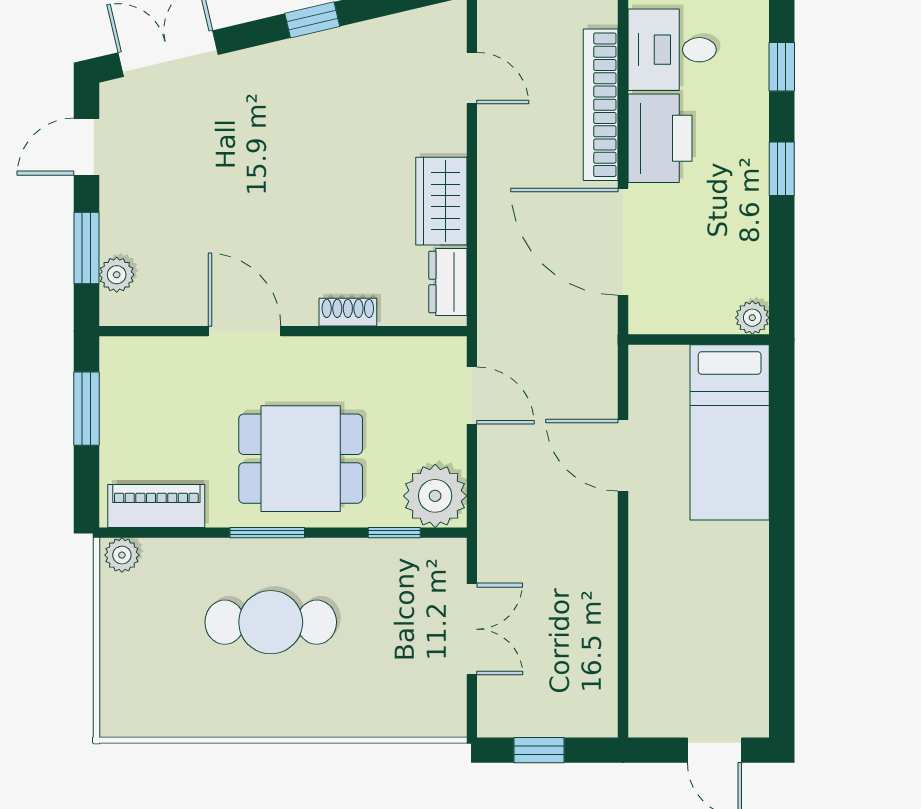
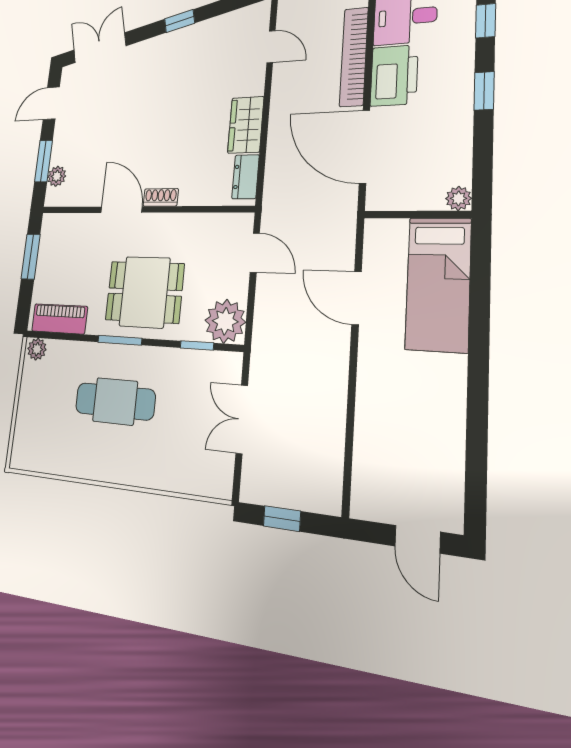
shoe rack: (348, 312) -> (161, 197), moved
double door: (472, 629) -> (242, 419), swing flipped

